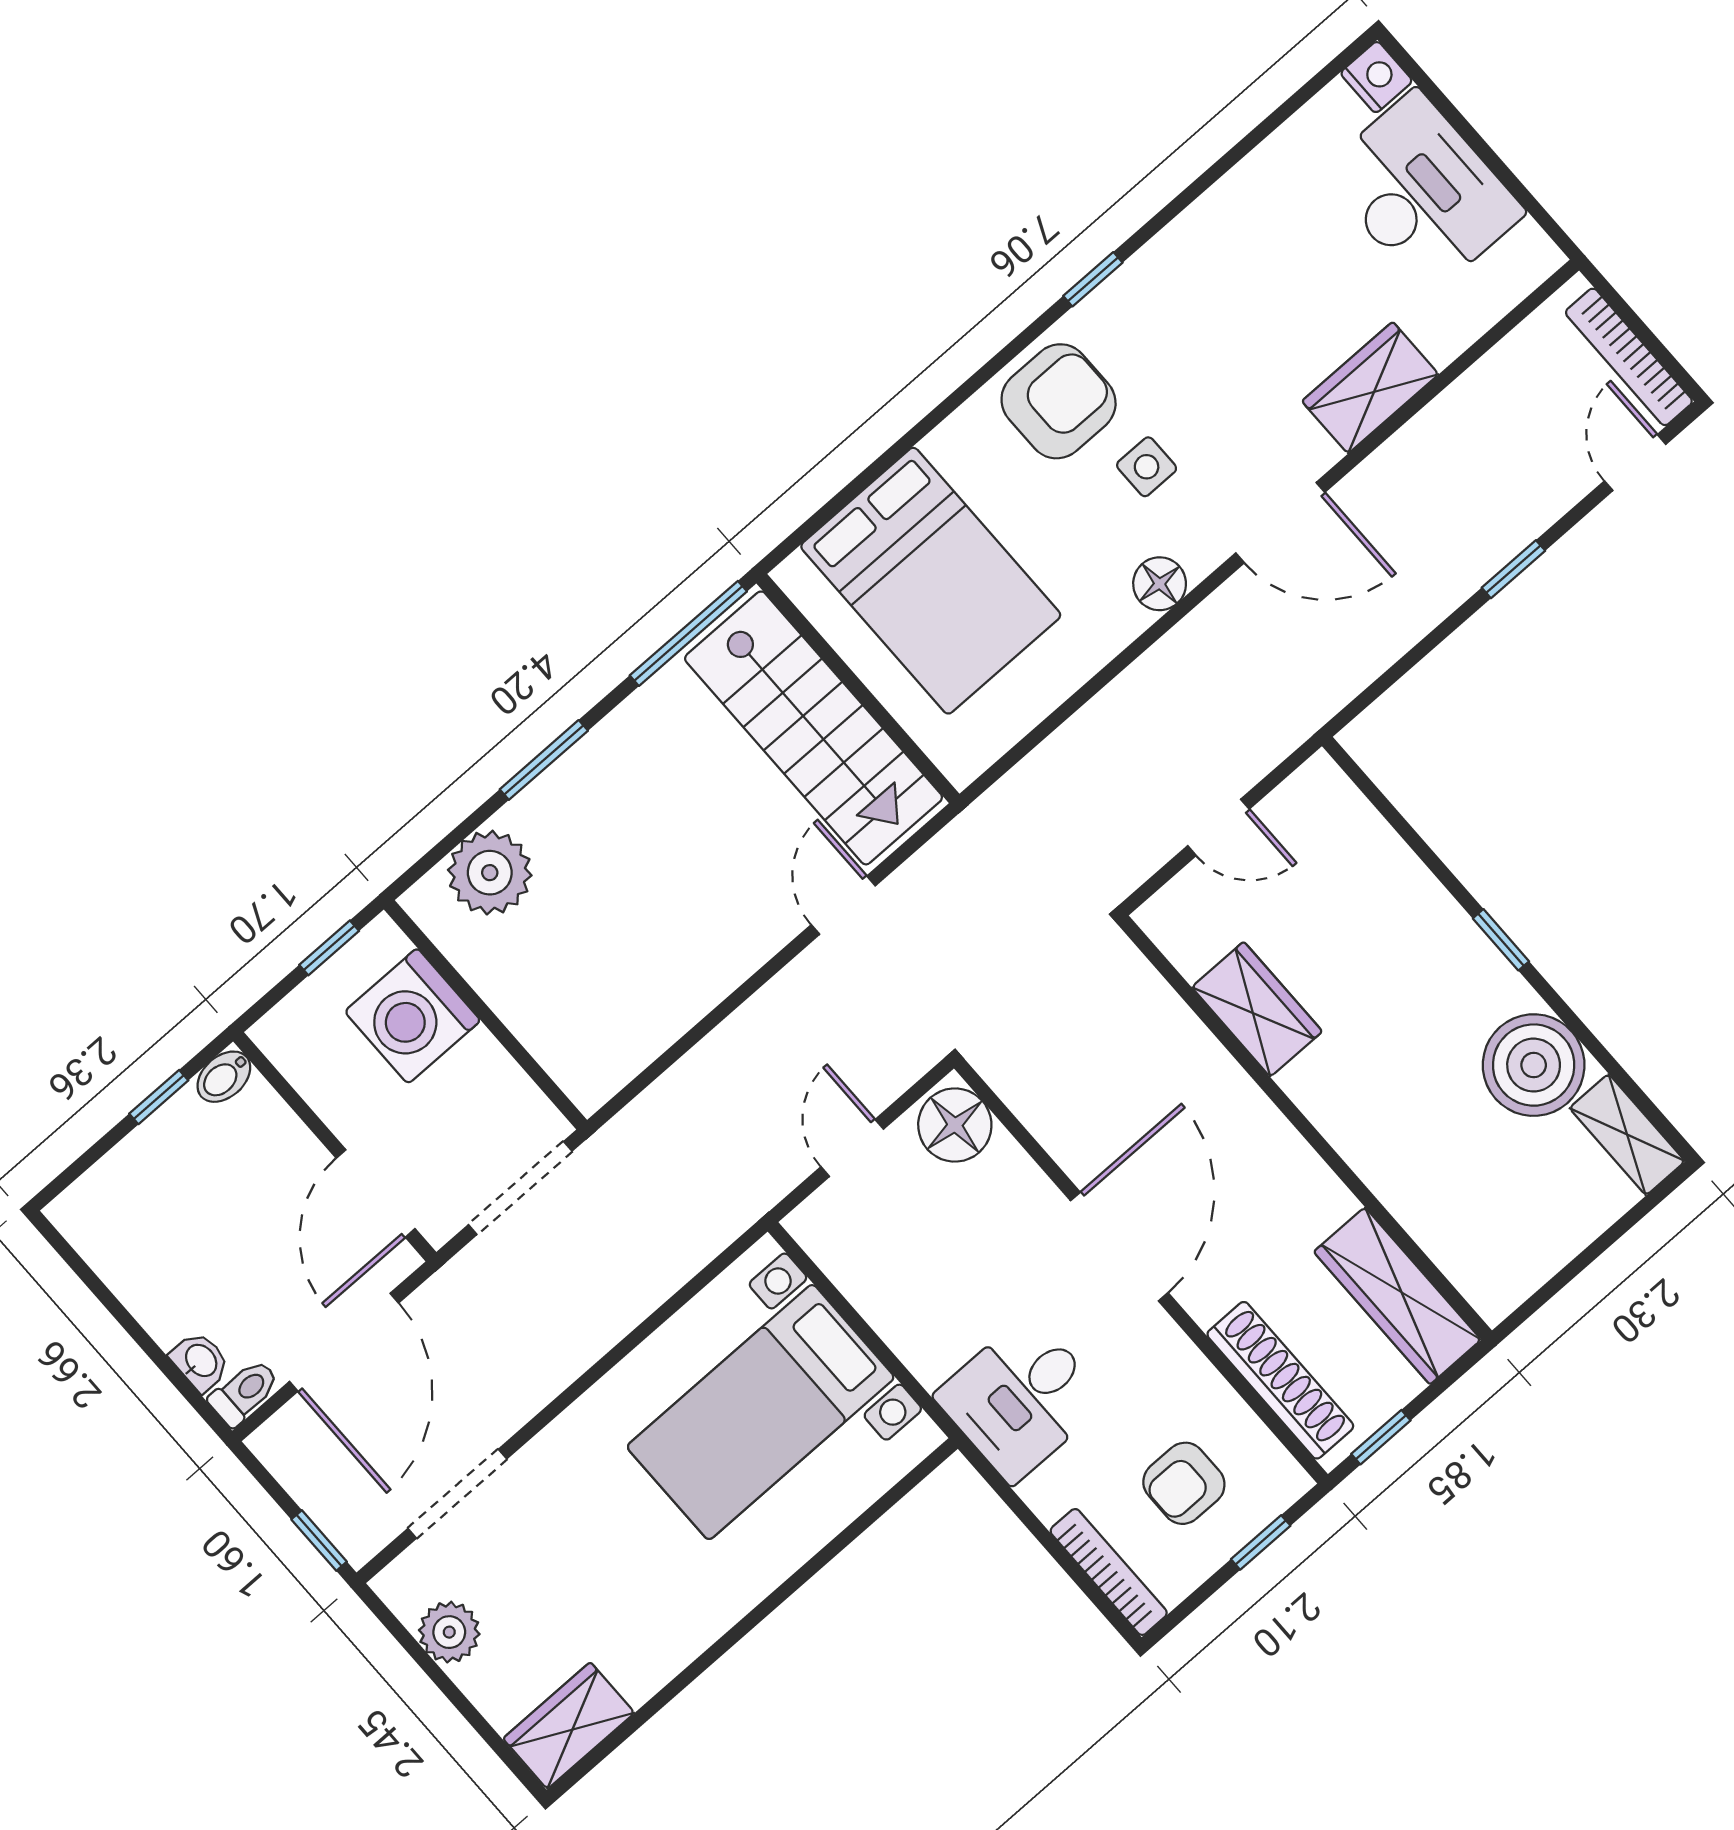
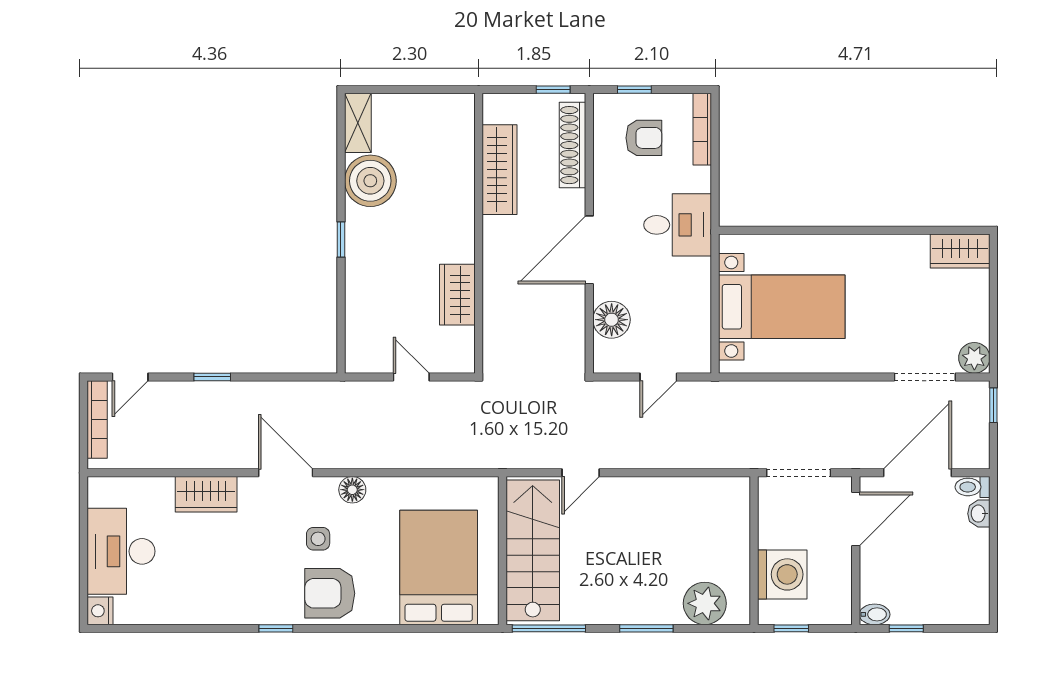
floor lamp: (955, 1125) -> (612, 320), moved
wardrobe: (1397, 1296) -> (500, 170), moved
plant: (449, 1632) -> (974, 358), moved

